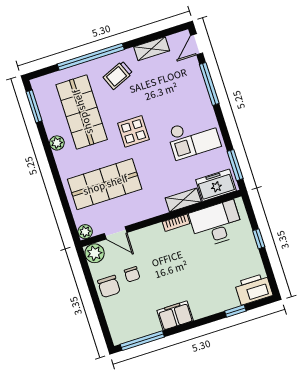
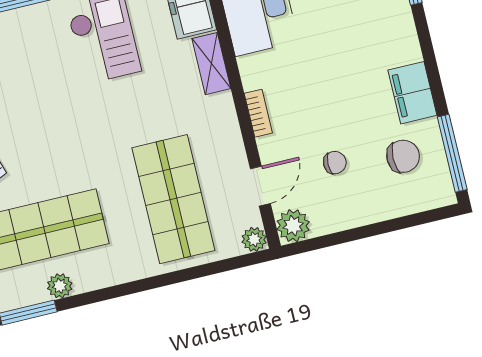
display table: (133, 131) -> (85, 142), removed
plant: (57, 143) -> (60, 286), moved
bookcase: (176, 223) -> (258, 113), moved
chair: (109, 286) -> (403, 156), moved

